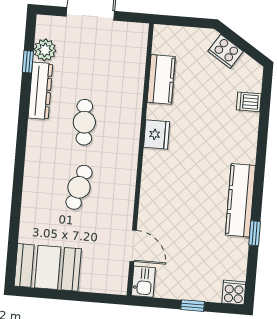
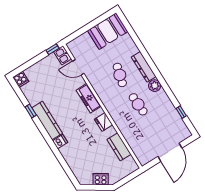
plant: (45, 50) -> (155, 86), moved
dresser: (40, 91) -> (144, 67), moved
dishwasher: (249, 102) -> (60, 142), moved
freezer: (152, 187) -> (89, 98), added
window: (193, 306) -> (52, 49), moved

